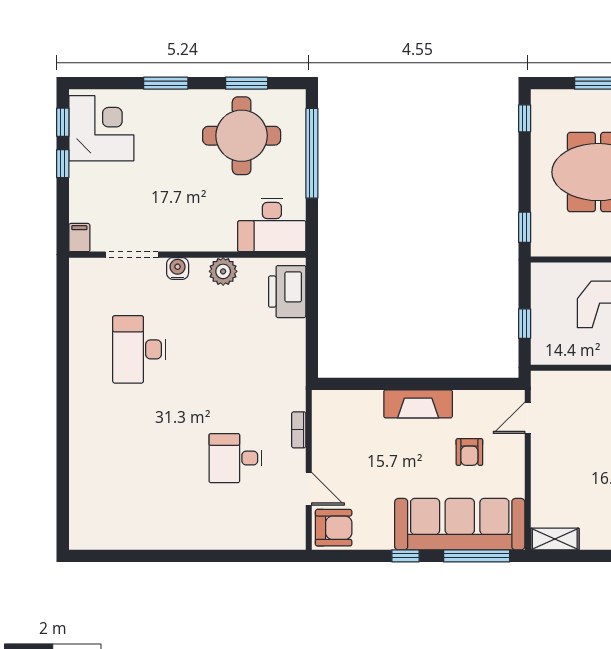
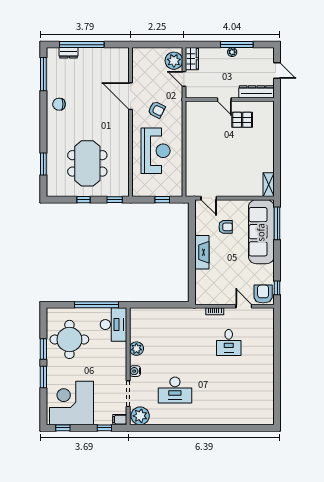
window: (247, 83) -> (43, 349), moved
window: (525, 118) -> (83, 200), moved
corner desk: (101, 128) -> (72, 403), width x1.36, depth x1.36
window: (312, 153) -> (97, 305), moved
window: (63, 164) -> (104, 428), moved
plant: (87, 279) -> (140, 416), added
printer: (287, 292) -> (146, 317), removed
door: (309, 489) -> (244, 306), hinge flipped
window: (405, 556) -> (277, 288), moved

